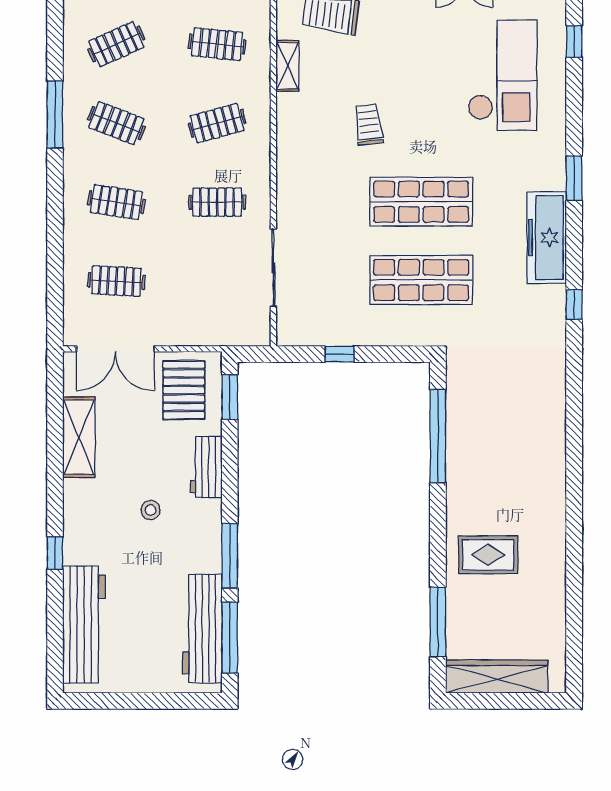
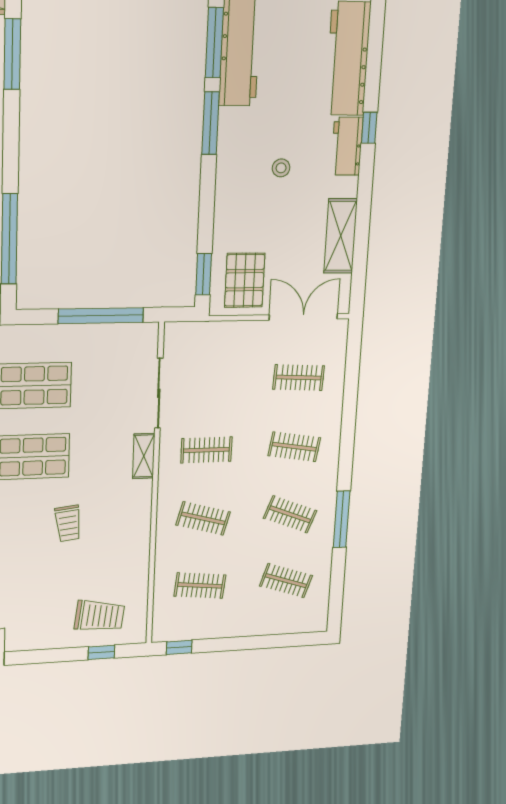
clothes rail: (116, 44) -> (286, 581), turned 42
shelving: (287, 66) -> (144, 456), moved
clothes rail: (217, 123) -> (203, 518), turned 30
window: (340, 354) -> (101, 316), width x3.17
workbench: (206, 467) -> (347, 146), moved, turned 180

